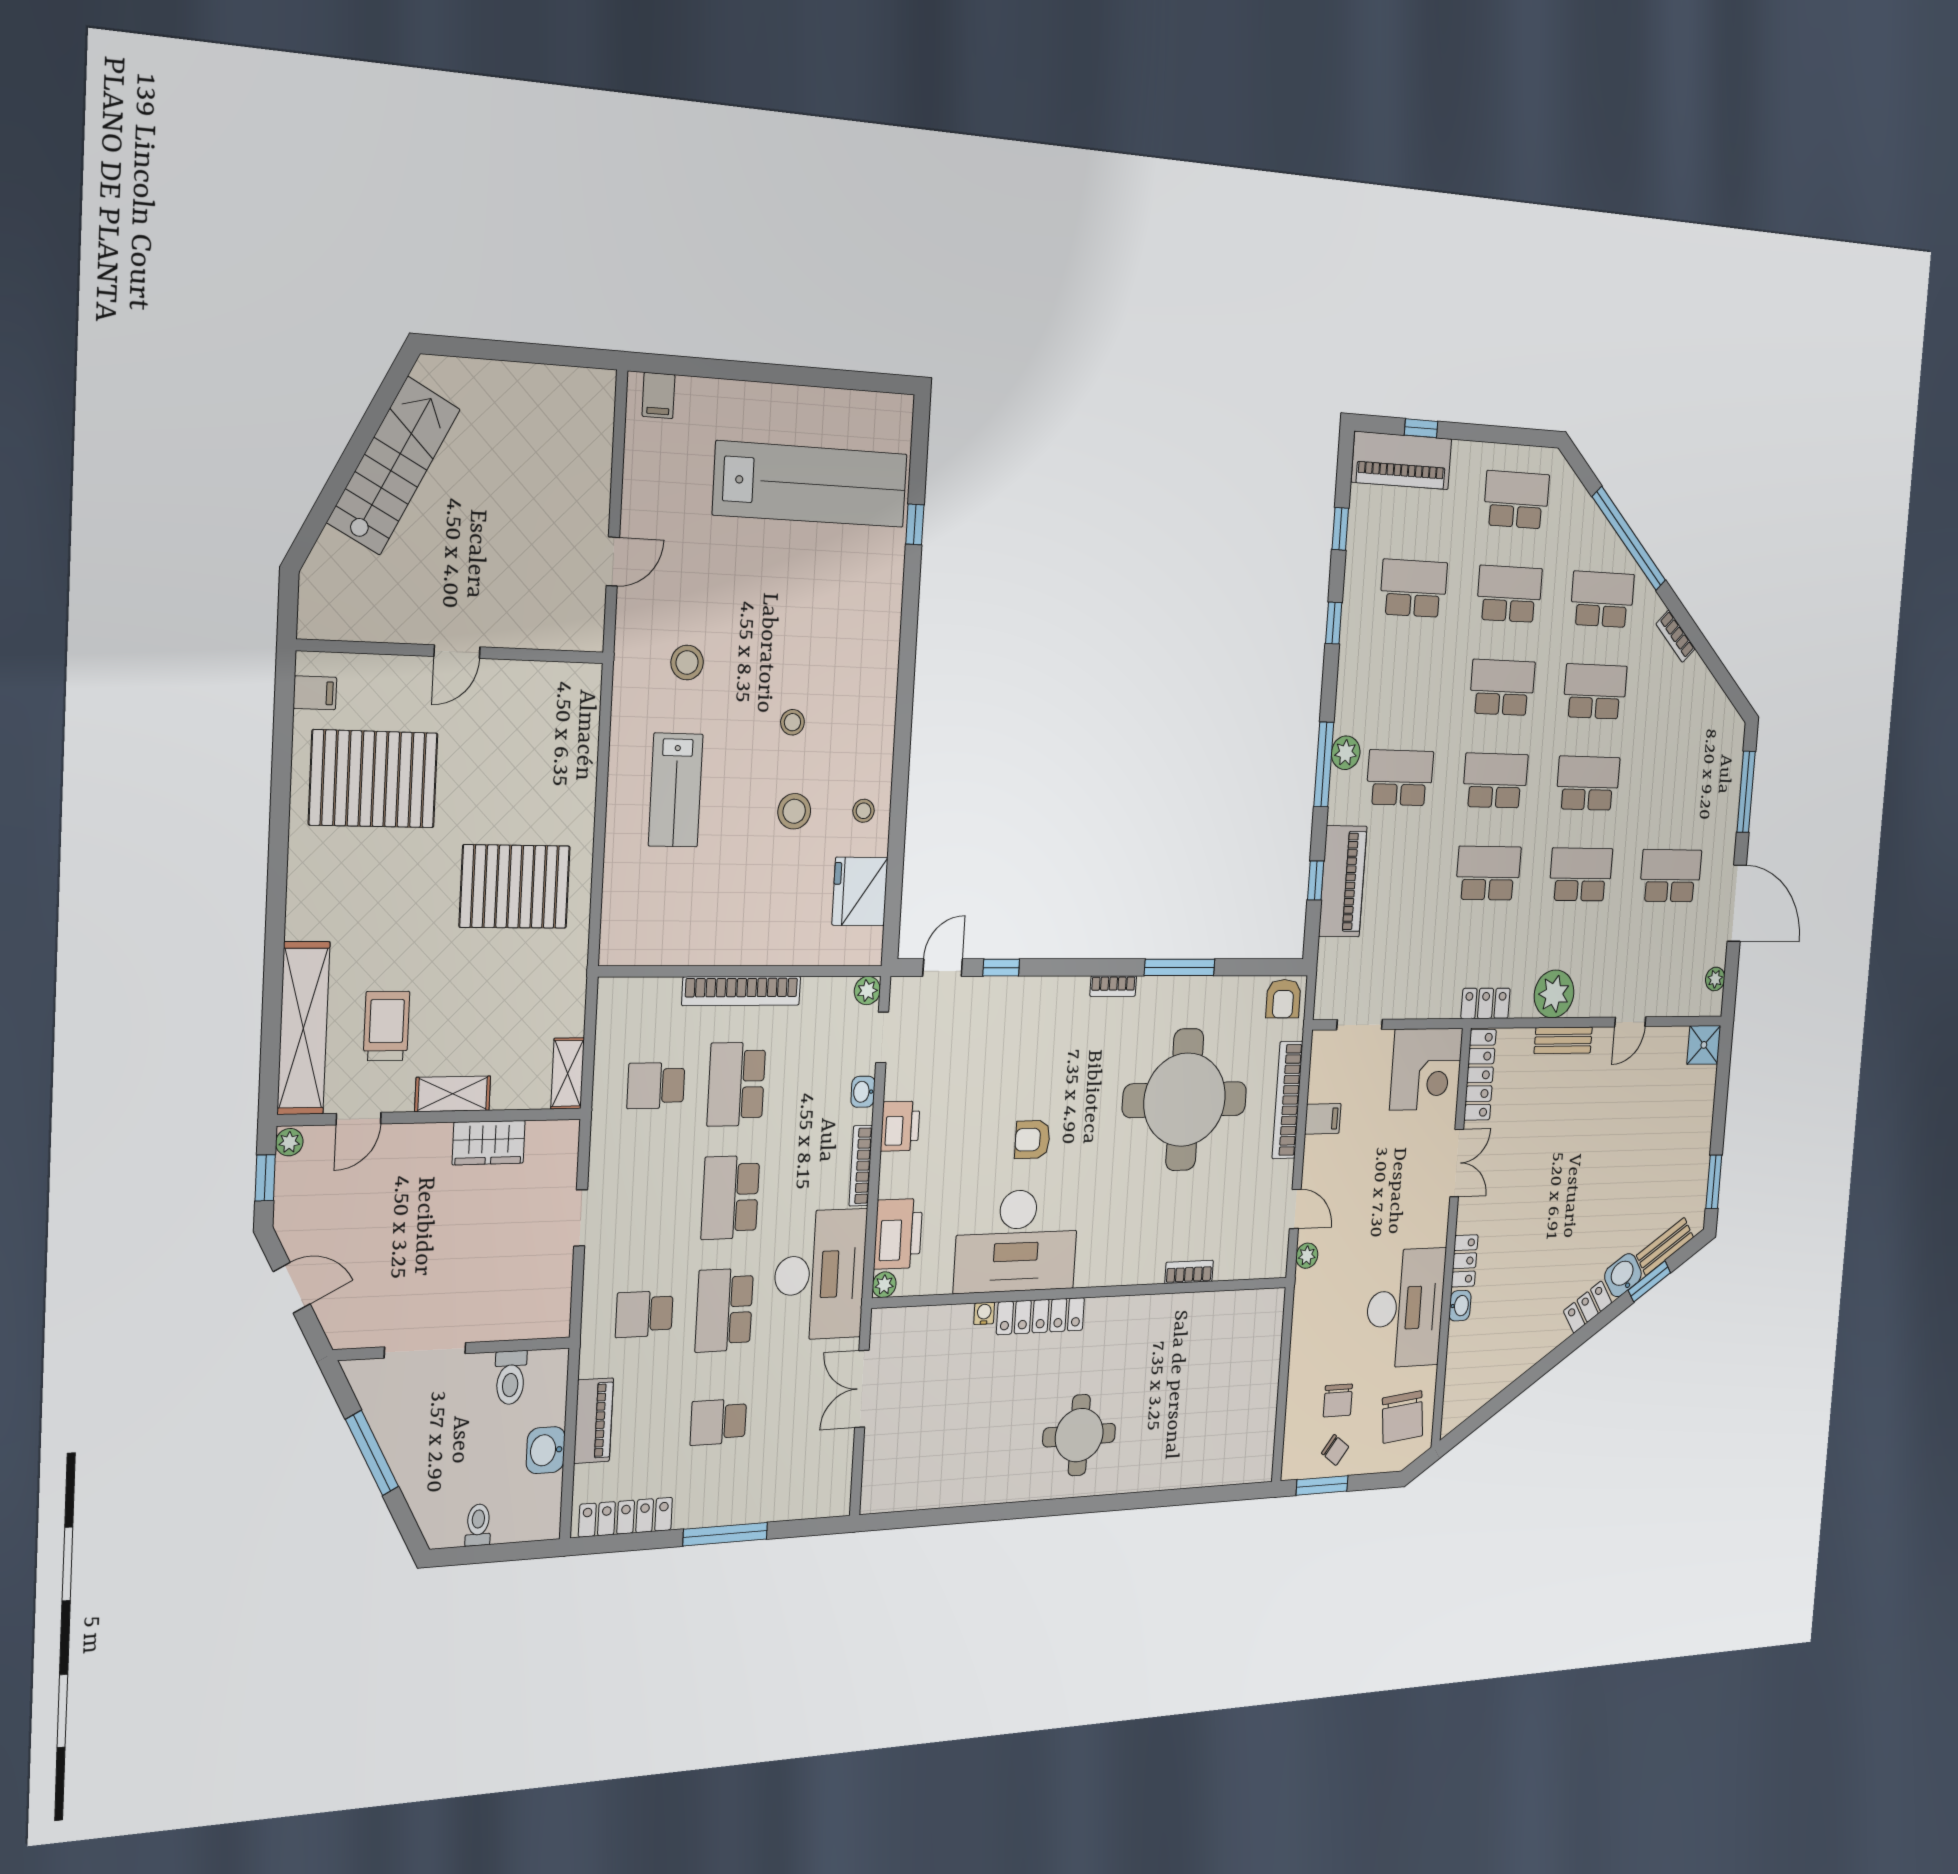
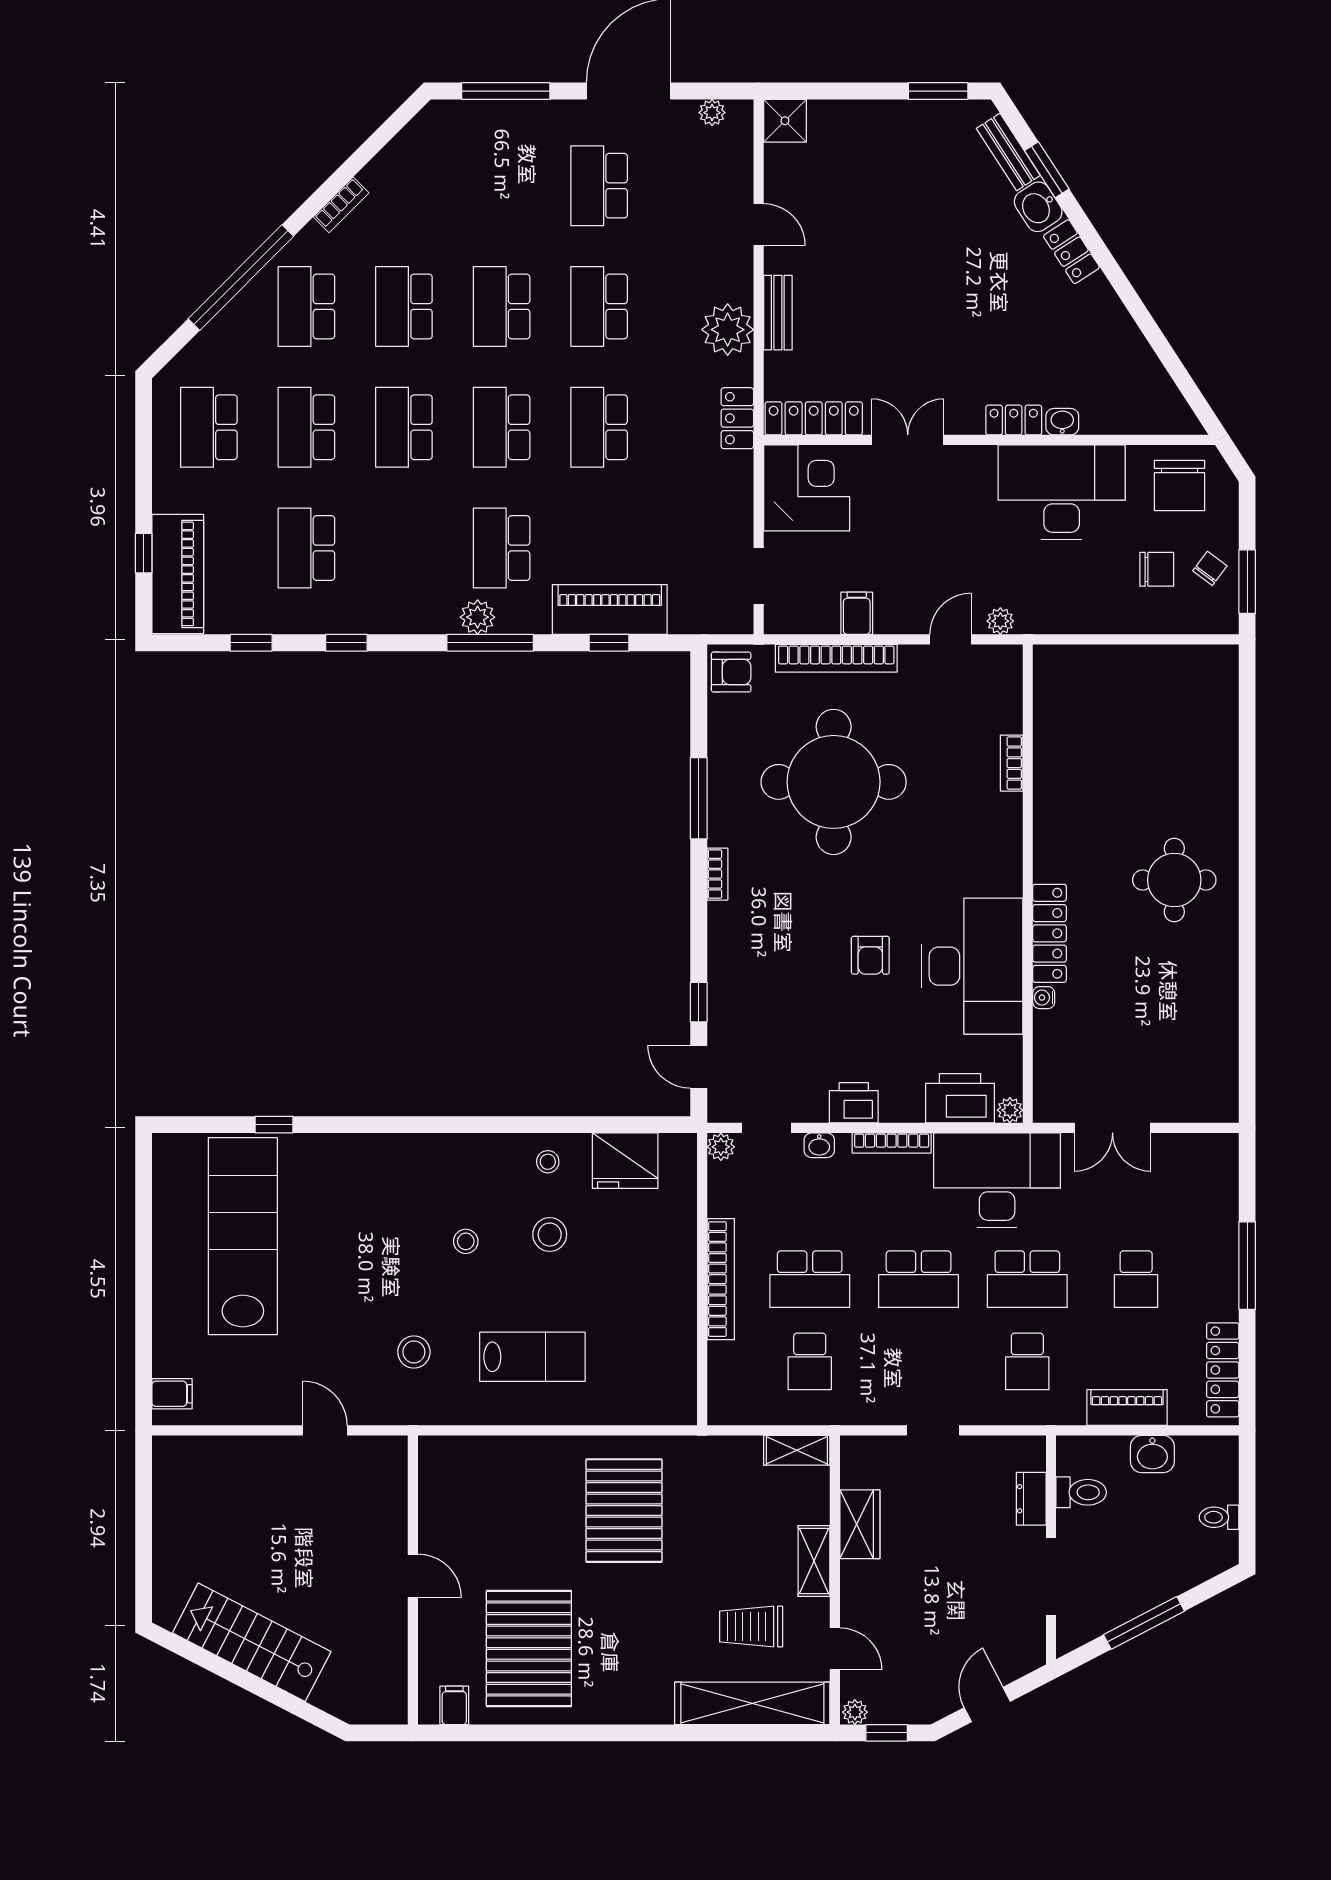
dresser: (506, 1325) -> (1031, 1499), added
chair: (1402, 1417) -> (1179, 486), turned 96

